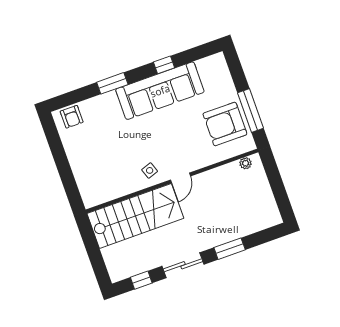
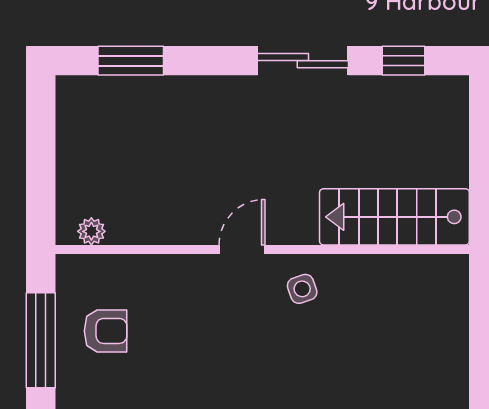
armchair: (225, 124) -> (106, 331), width x0.53, depth x0.53
stairs: (135, 216) -> (394, 217), width x0.73, depth x0.66
window: (230, 249) -> (131, 61), moved

